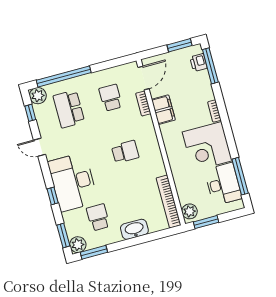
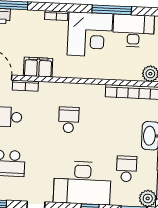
window: (240, 176) -> (112, 10), moved
school desk: (98, 217) -> (126, 169), turned 90

